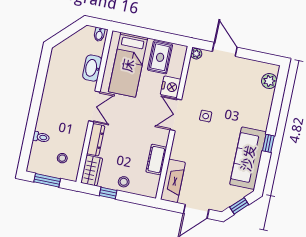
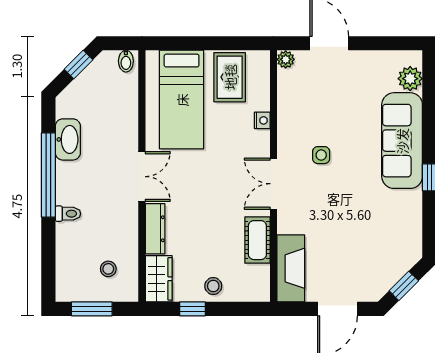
window: (70, 31) -> (79, 65), added
washbasin: (92, 68) -> (68, 139), moved, turned 180
nightstand: (171, 87) -> (262, 120), width x0.53, depth x0.56
window: (38, 94) -> (48, 175), added
double door: (176, 115) -> (273, 184), moved
toilet: (41, 137) -> (68, 214), moved
sofa: (248, 158) -> (402, 141), moved

